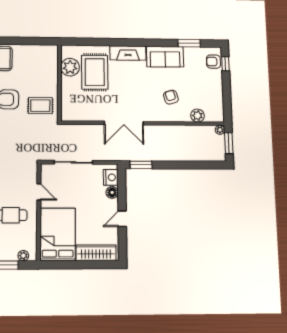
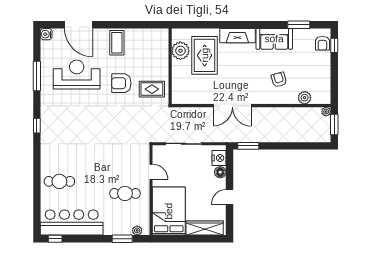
armchair: (213, 62) -> (322, 43), turned -90

